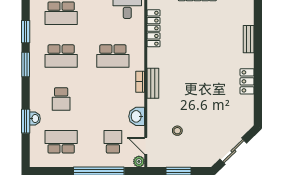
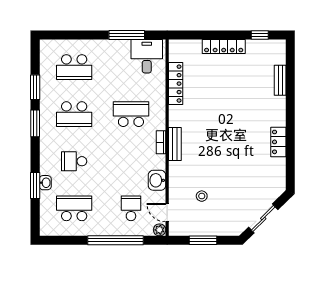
bench: (249, 39) -> (280, 80), moved
school desk: (113, 56) -> (131, 114), turned 180
school desk: (61, 99) -> (74, 161), turned 90

